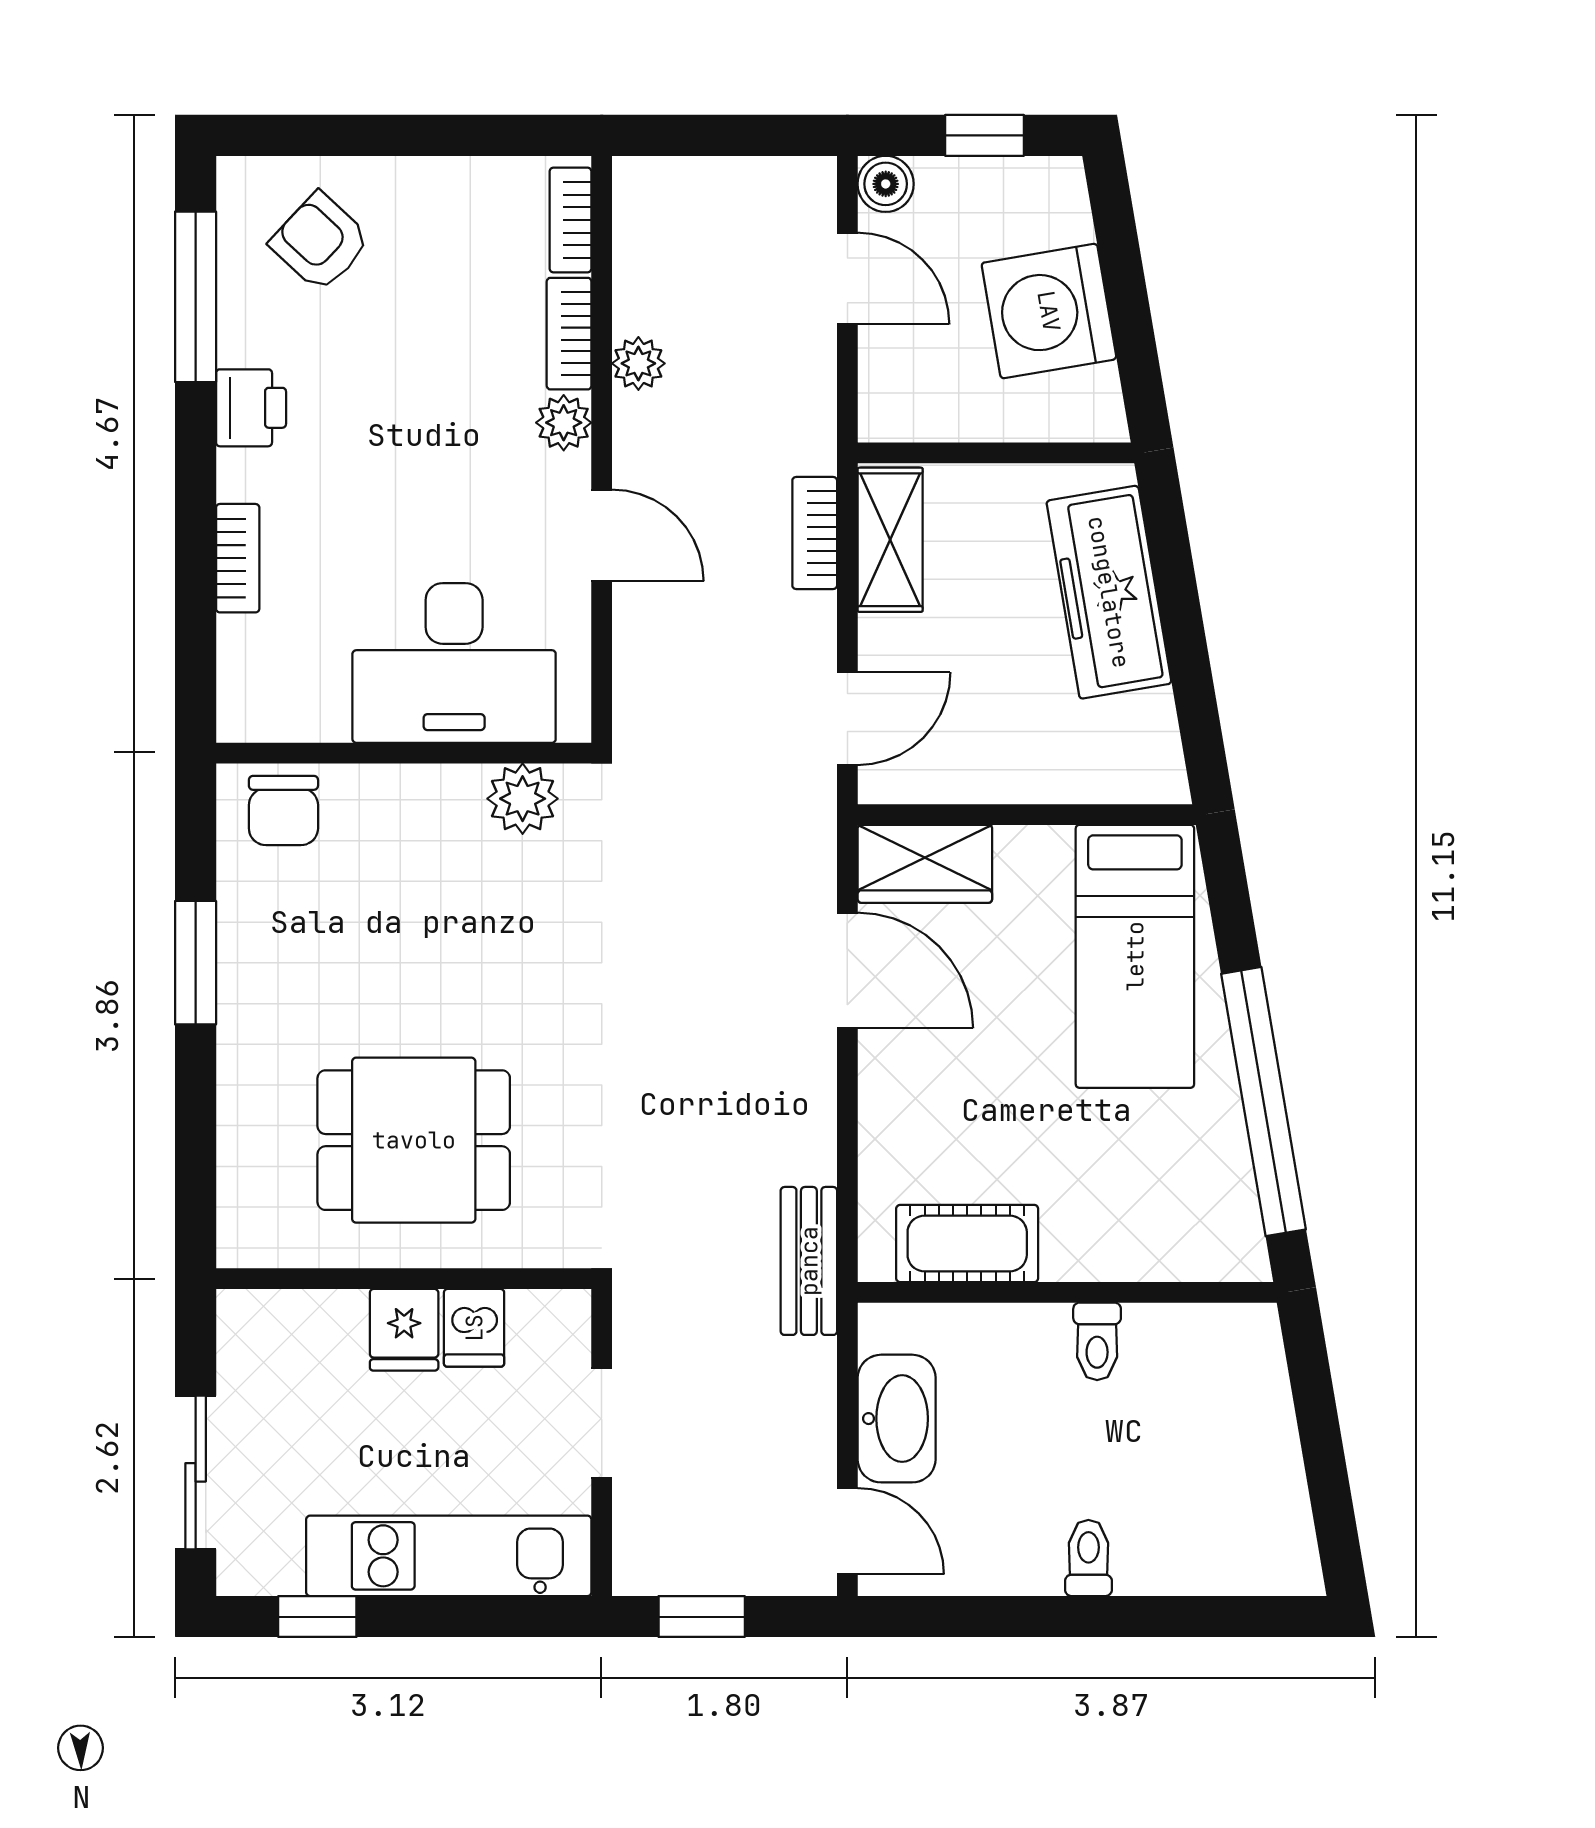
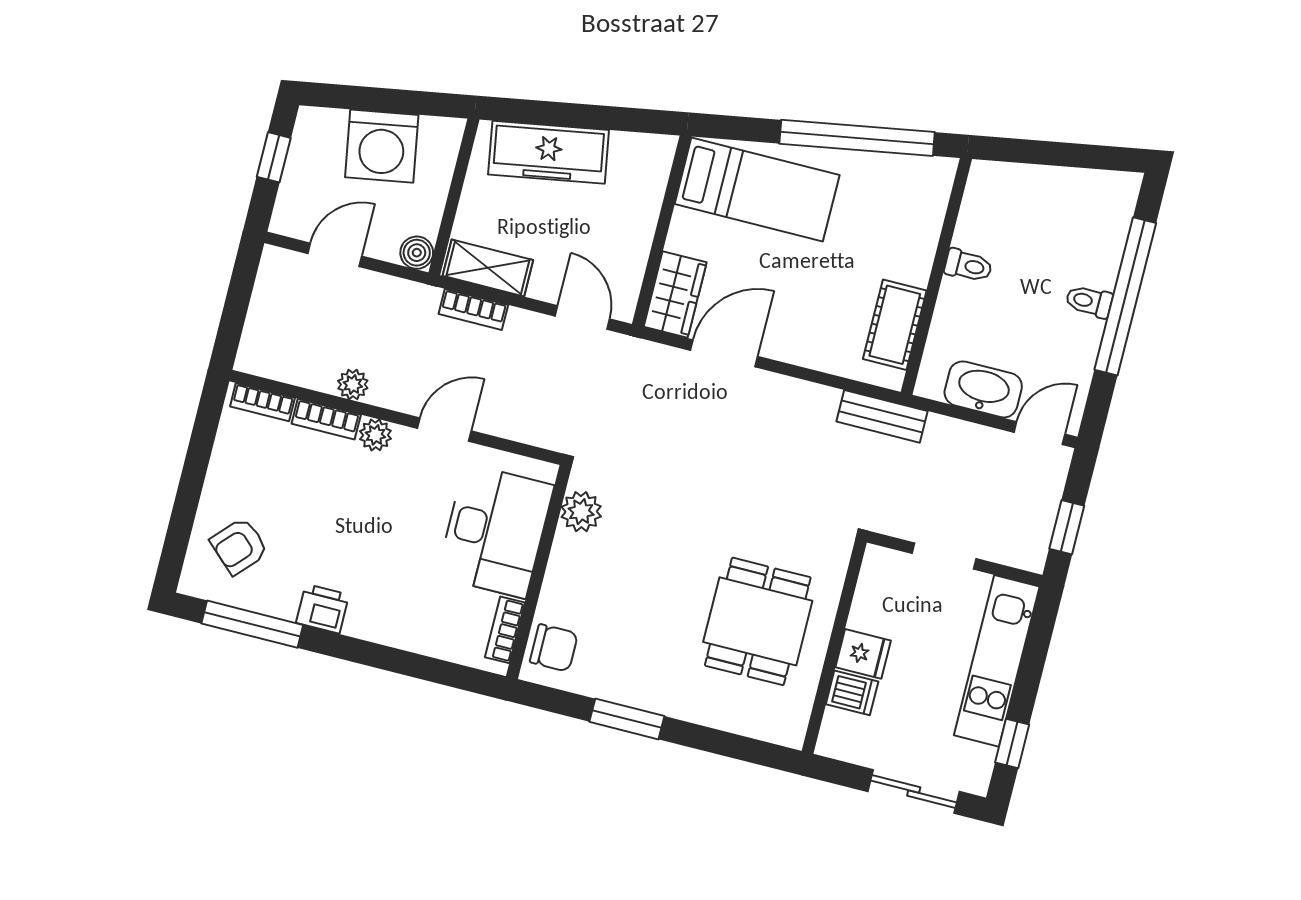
boiler: (886, 184) -> (417, 253), moved
bookcase: (238, 558) -> (505, 630), moved, turned -90
dishwasher: (474, 1328) -> (852, 693), moved
window: (1112, 1617) -> (1125, 296), added

